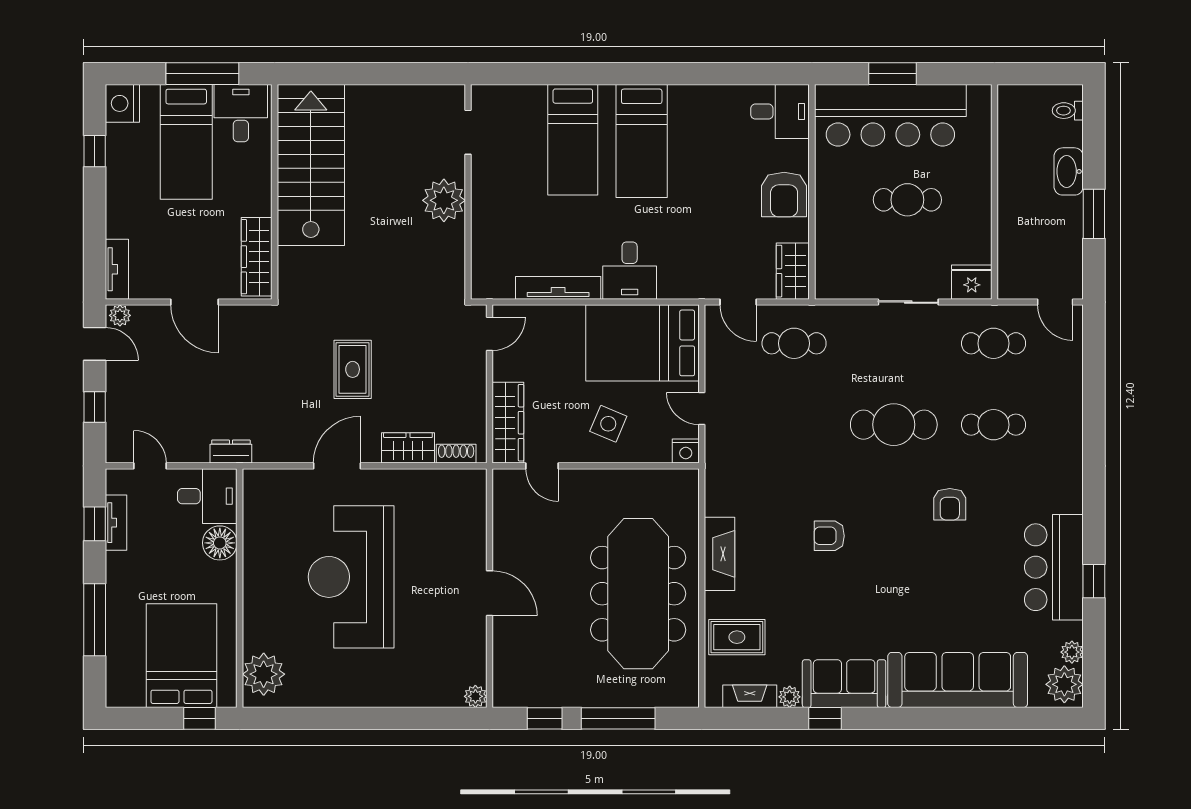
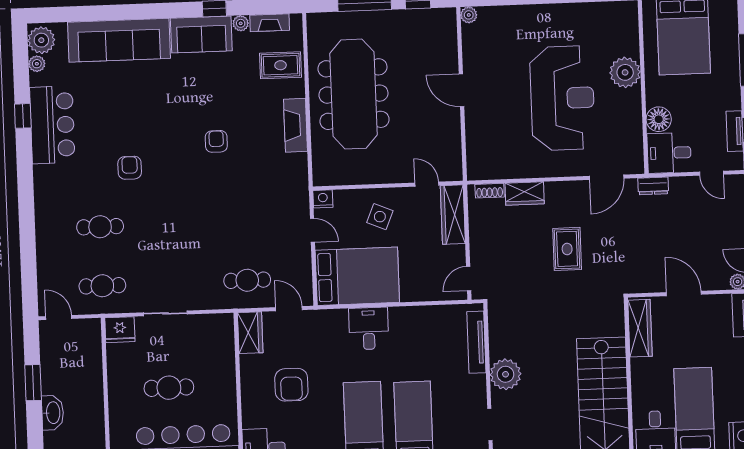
armchair: (784, 195) -> (291, 385), moved, turned 180
tv unit: (558, 288) -> (476, 342), moved, turned 90
cafe table: (894, 425) -> (173, 224), removed
door: (337, 466) -> (607, 177), moved
armchair: (829, 536) -> (216, 141), turned -90
plant: (264, 674) -> (625, 72), moved

